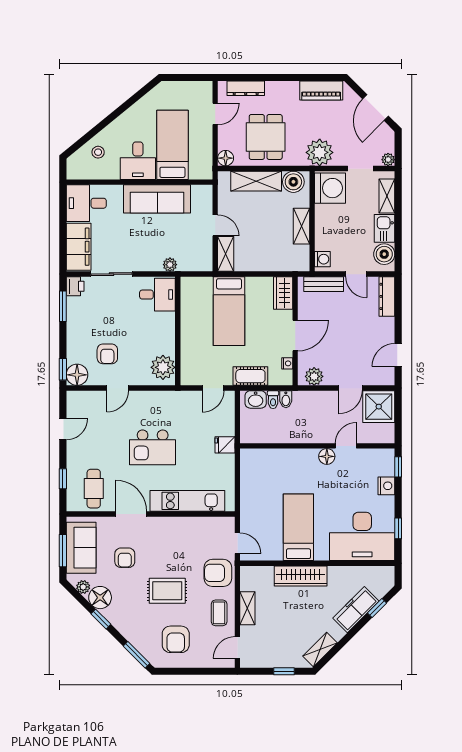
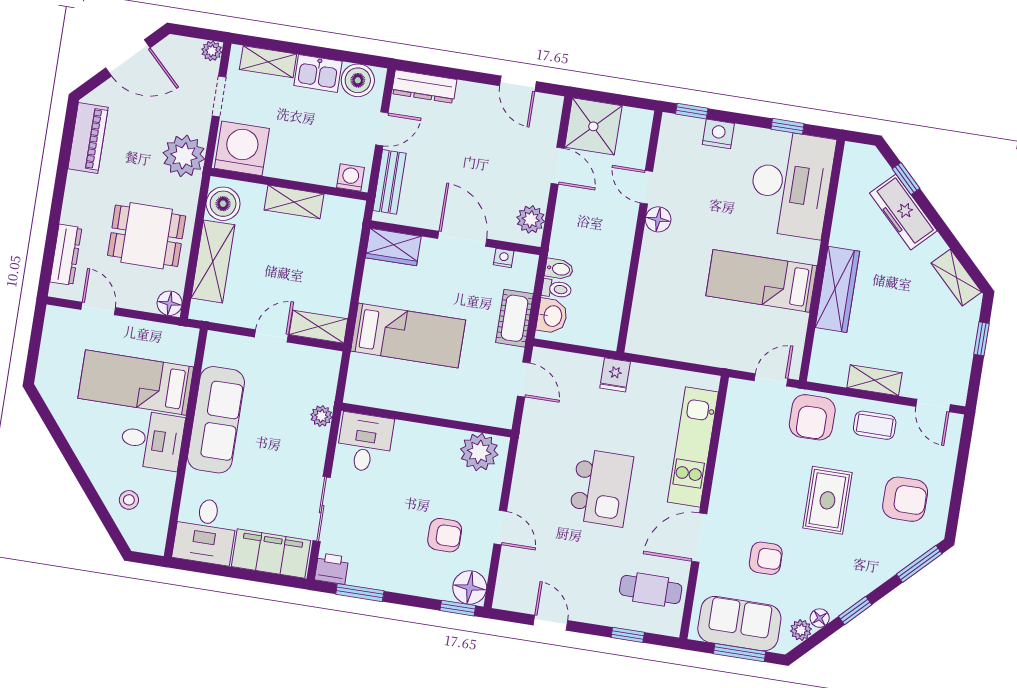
floor lamp: (100, 598) -> (820, 618), width x0.53, depth x0.53

